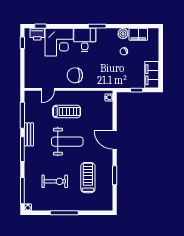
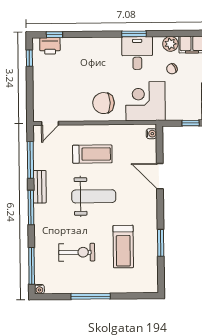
desk: (85, 40) -> (137, 53), moved
corner desk: (59, 42) -> (145, 101), moved, turned 180
door: (48, 89) -> (50, 123), moved
door: (115, 140) -> (160, 176), moved
treadmill: (88, 178) -> (123, 247), turned 180

